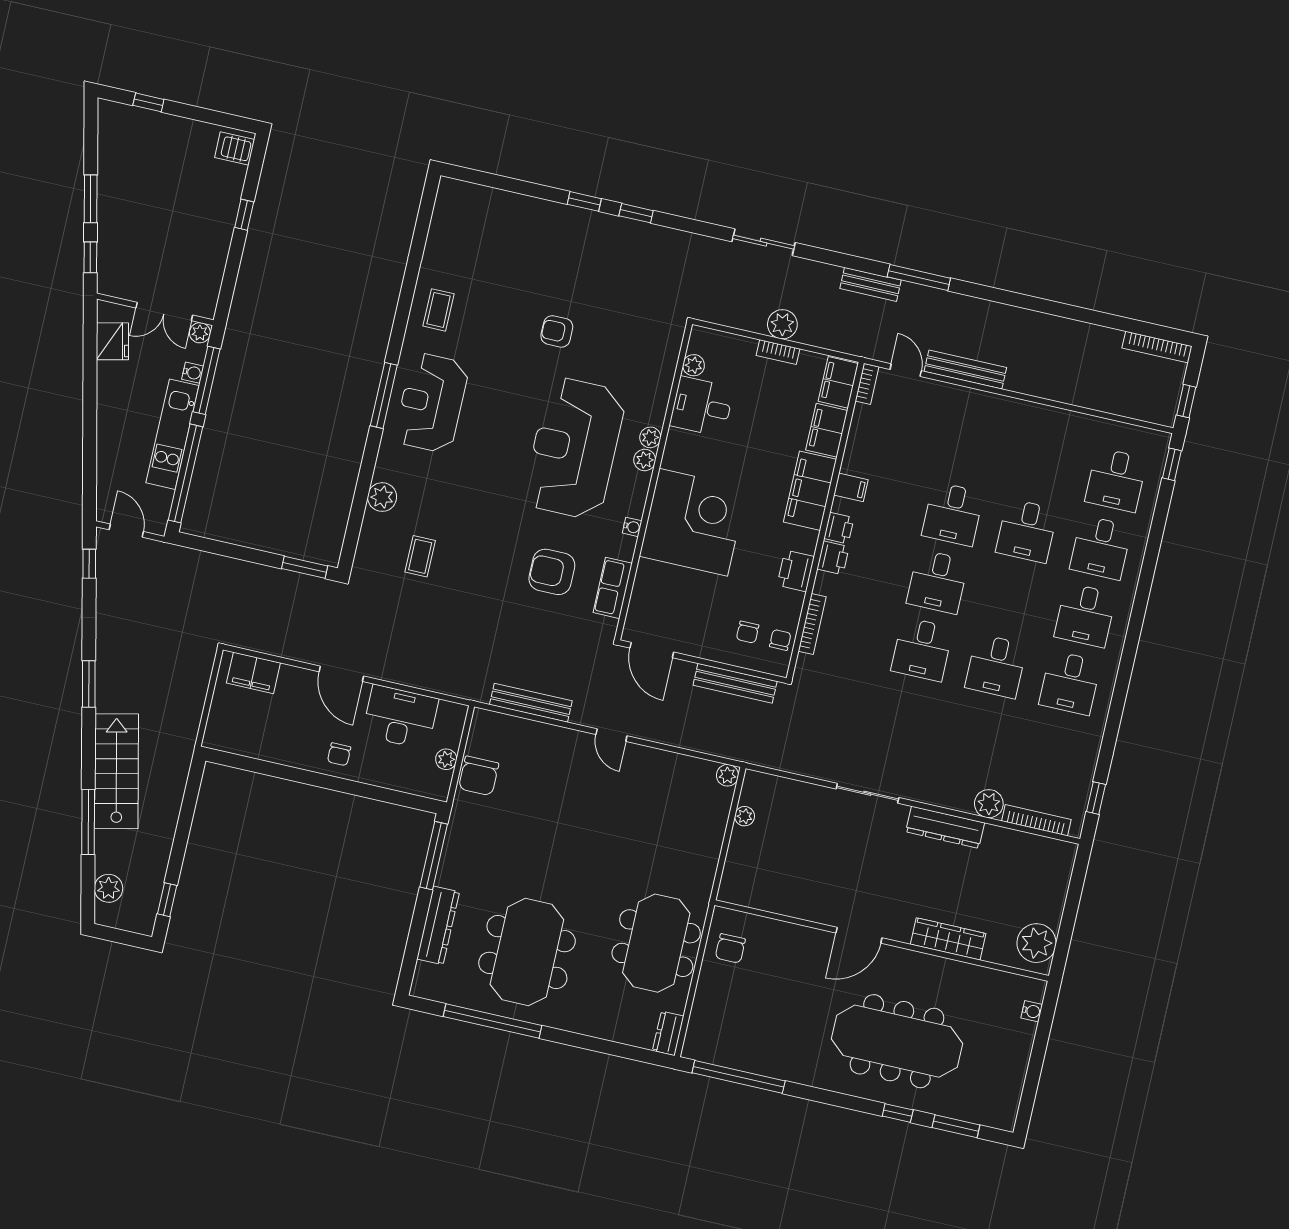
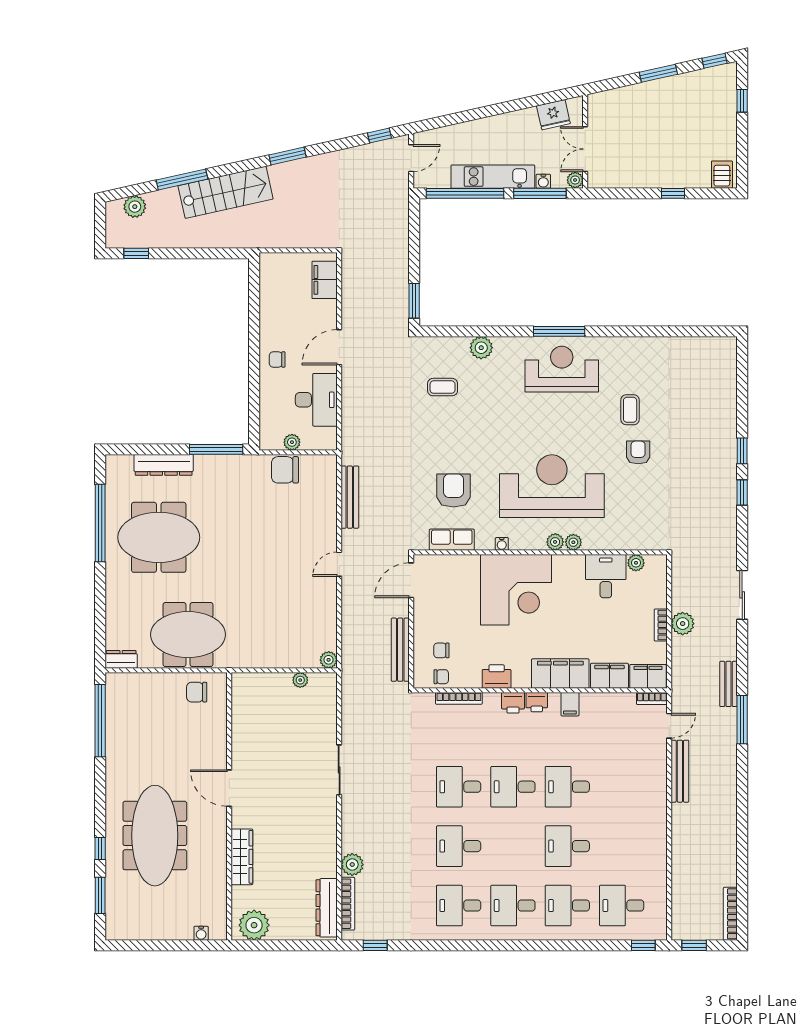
window: (90, 257) -> (715, 61), moved
coffee table: (439, 310) -> (630, 410), moved, turned 90
dresser: (945, 827) -> (327, 908), moved

